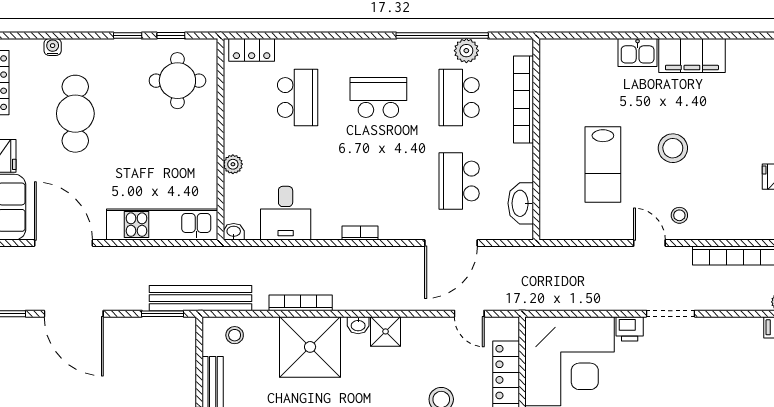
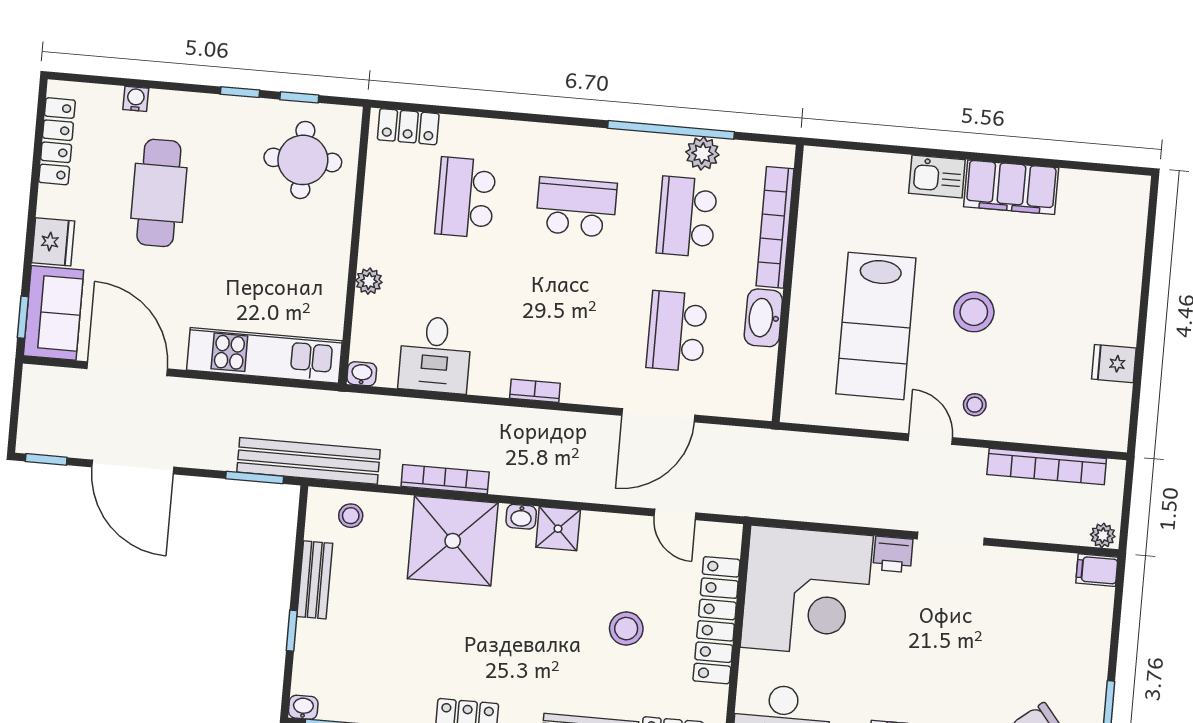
school desk: (298, 97) -> (466, 197), turned 180
lab bench: (603, 165) -> (876, 326), width x1.36, depth x1.39
washbasin: (521, 203) -> (763, 318), moved

